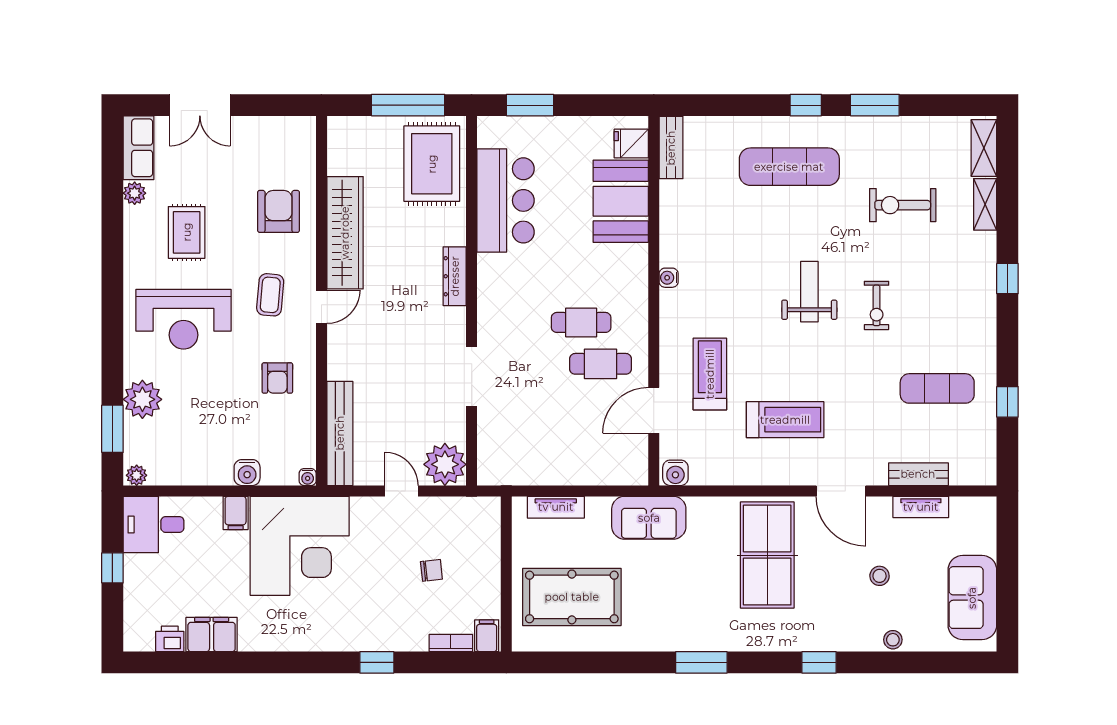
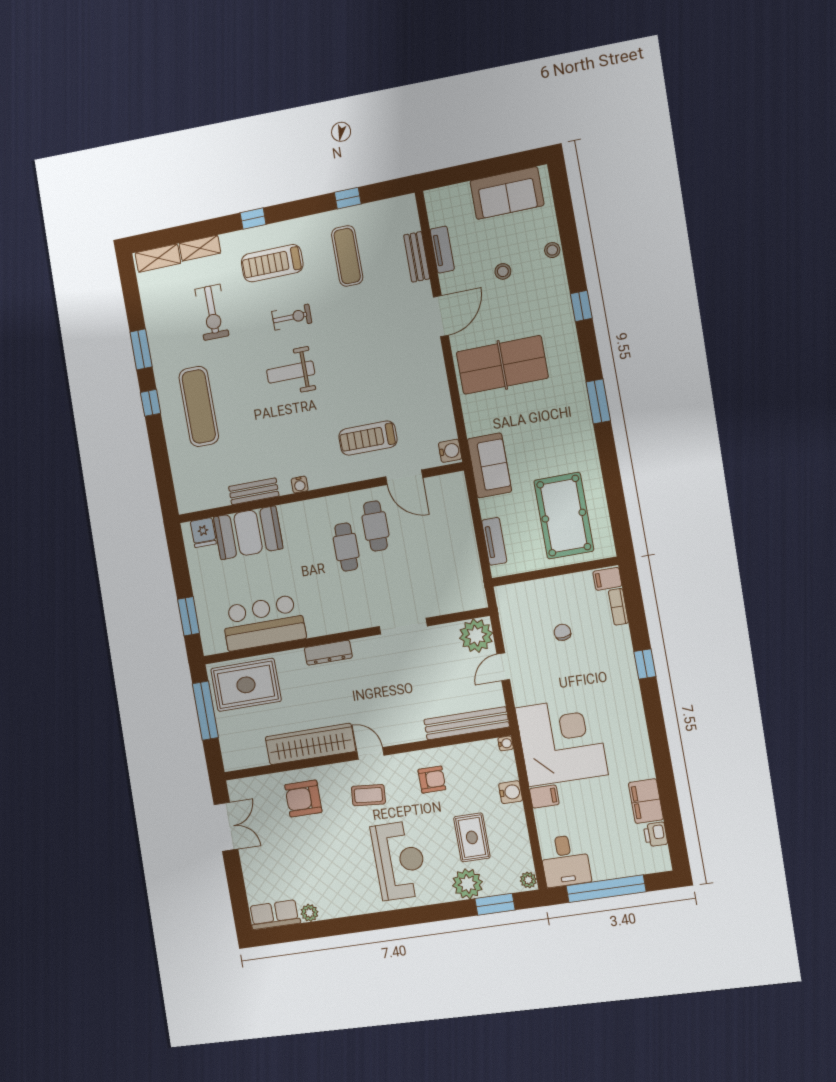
double door: (200, 105) -> (226, 827), moved
bench: (671, 148) -> (254, 491), moved
rug: (187, 232) -> (472, 837), moved, turned 90
treadmill: (785, 420) -> (272, 263), moved, turned -90
window: (112, 568) -> (606, 889), width x3.17

